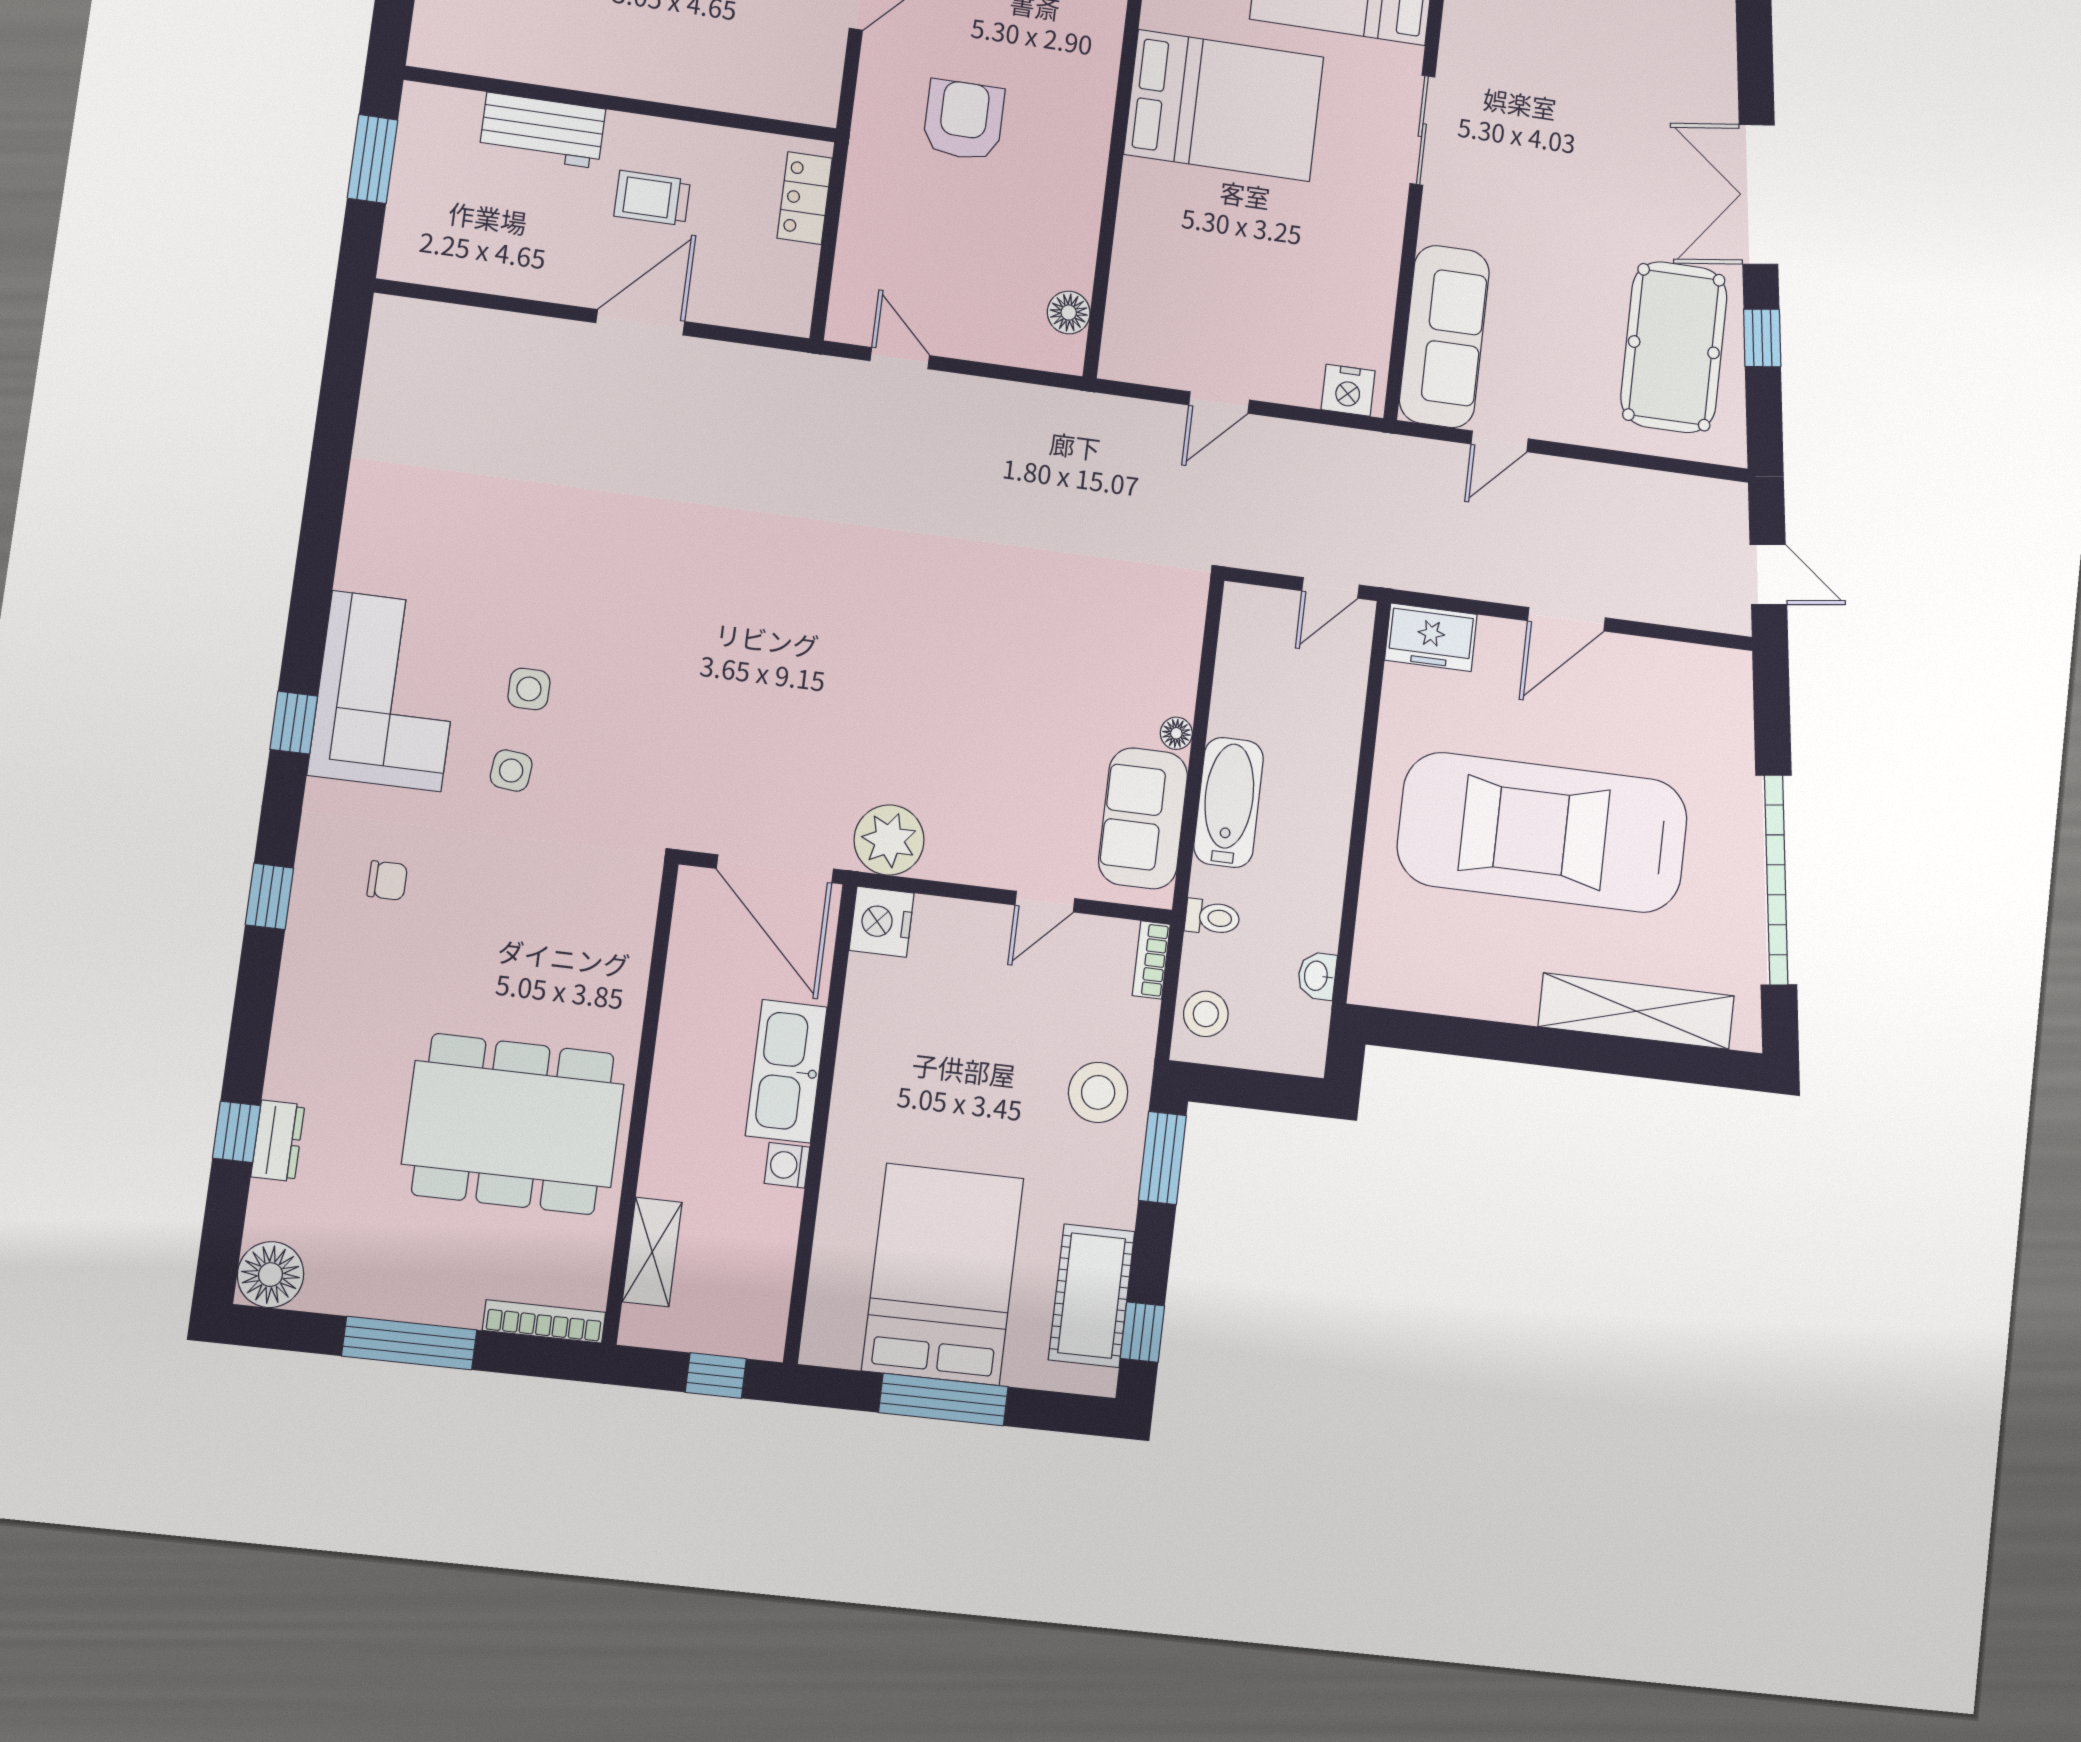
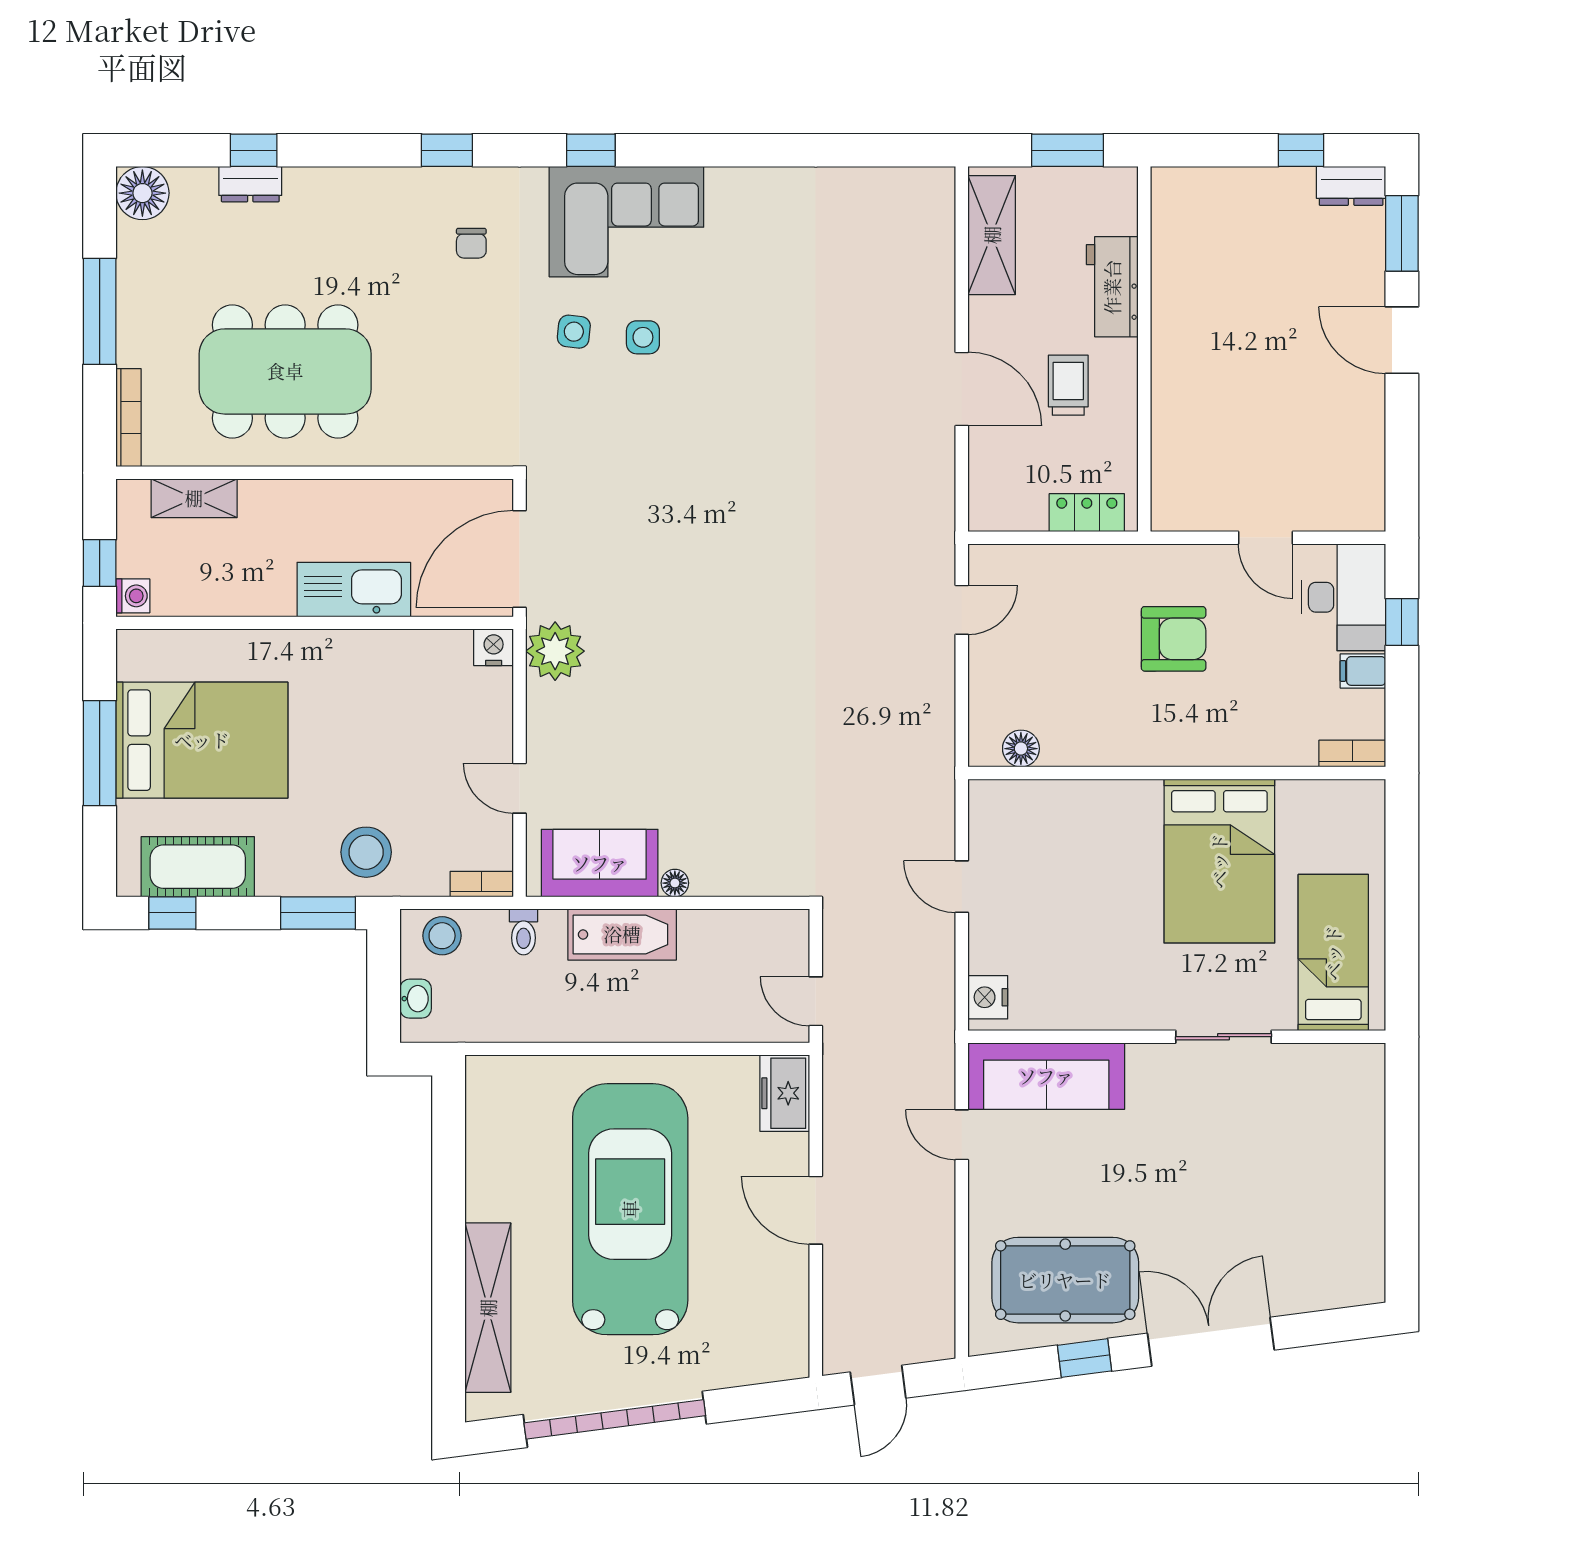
shelving: (462, 262) -> (992, 235), added
nightstand: (882, 922) -> (494, 647), width x0.74, depth x0.75
washbasin: (1317, 976) -> (416, 999), moved, turned 90
dining table: (513, 1124) -> (285, 371), turned 90
washing machine: (787, 1165) -> (133, 596), moved, turned 90

